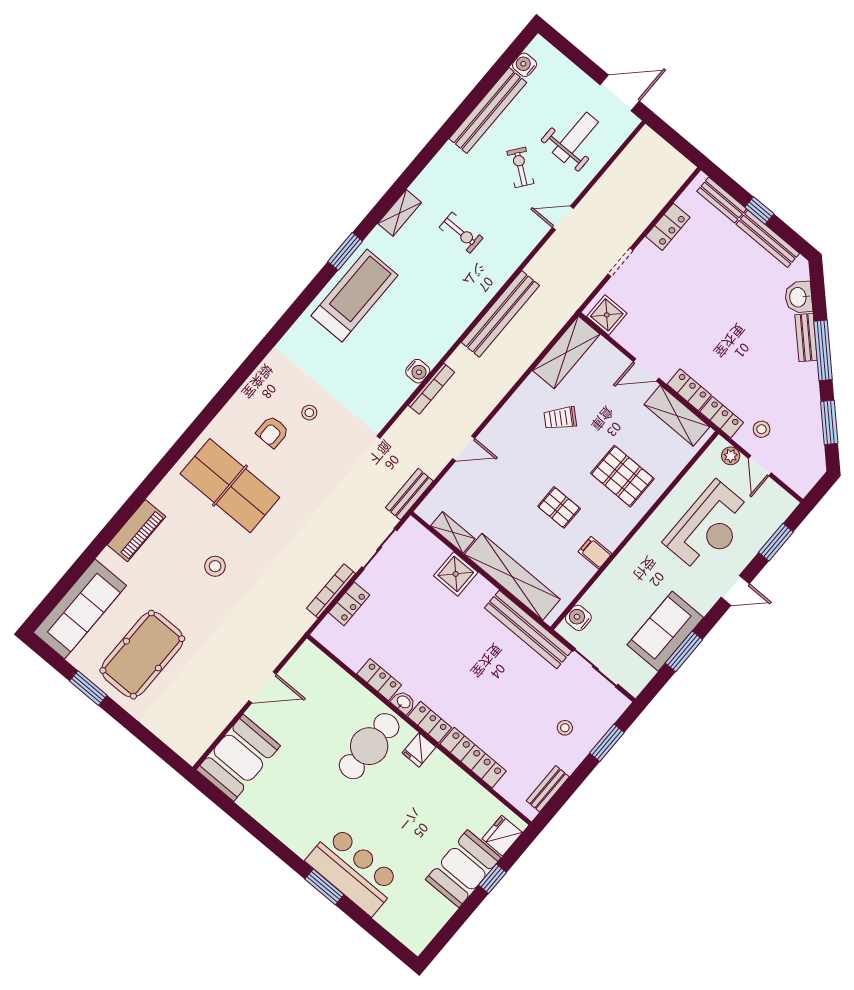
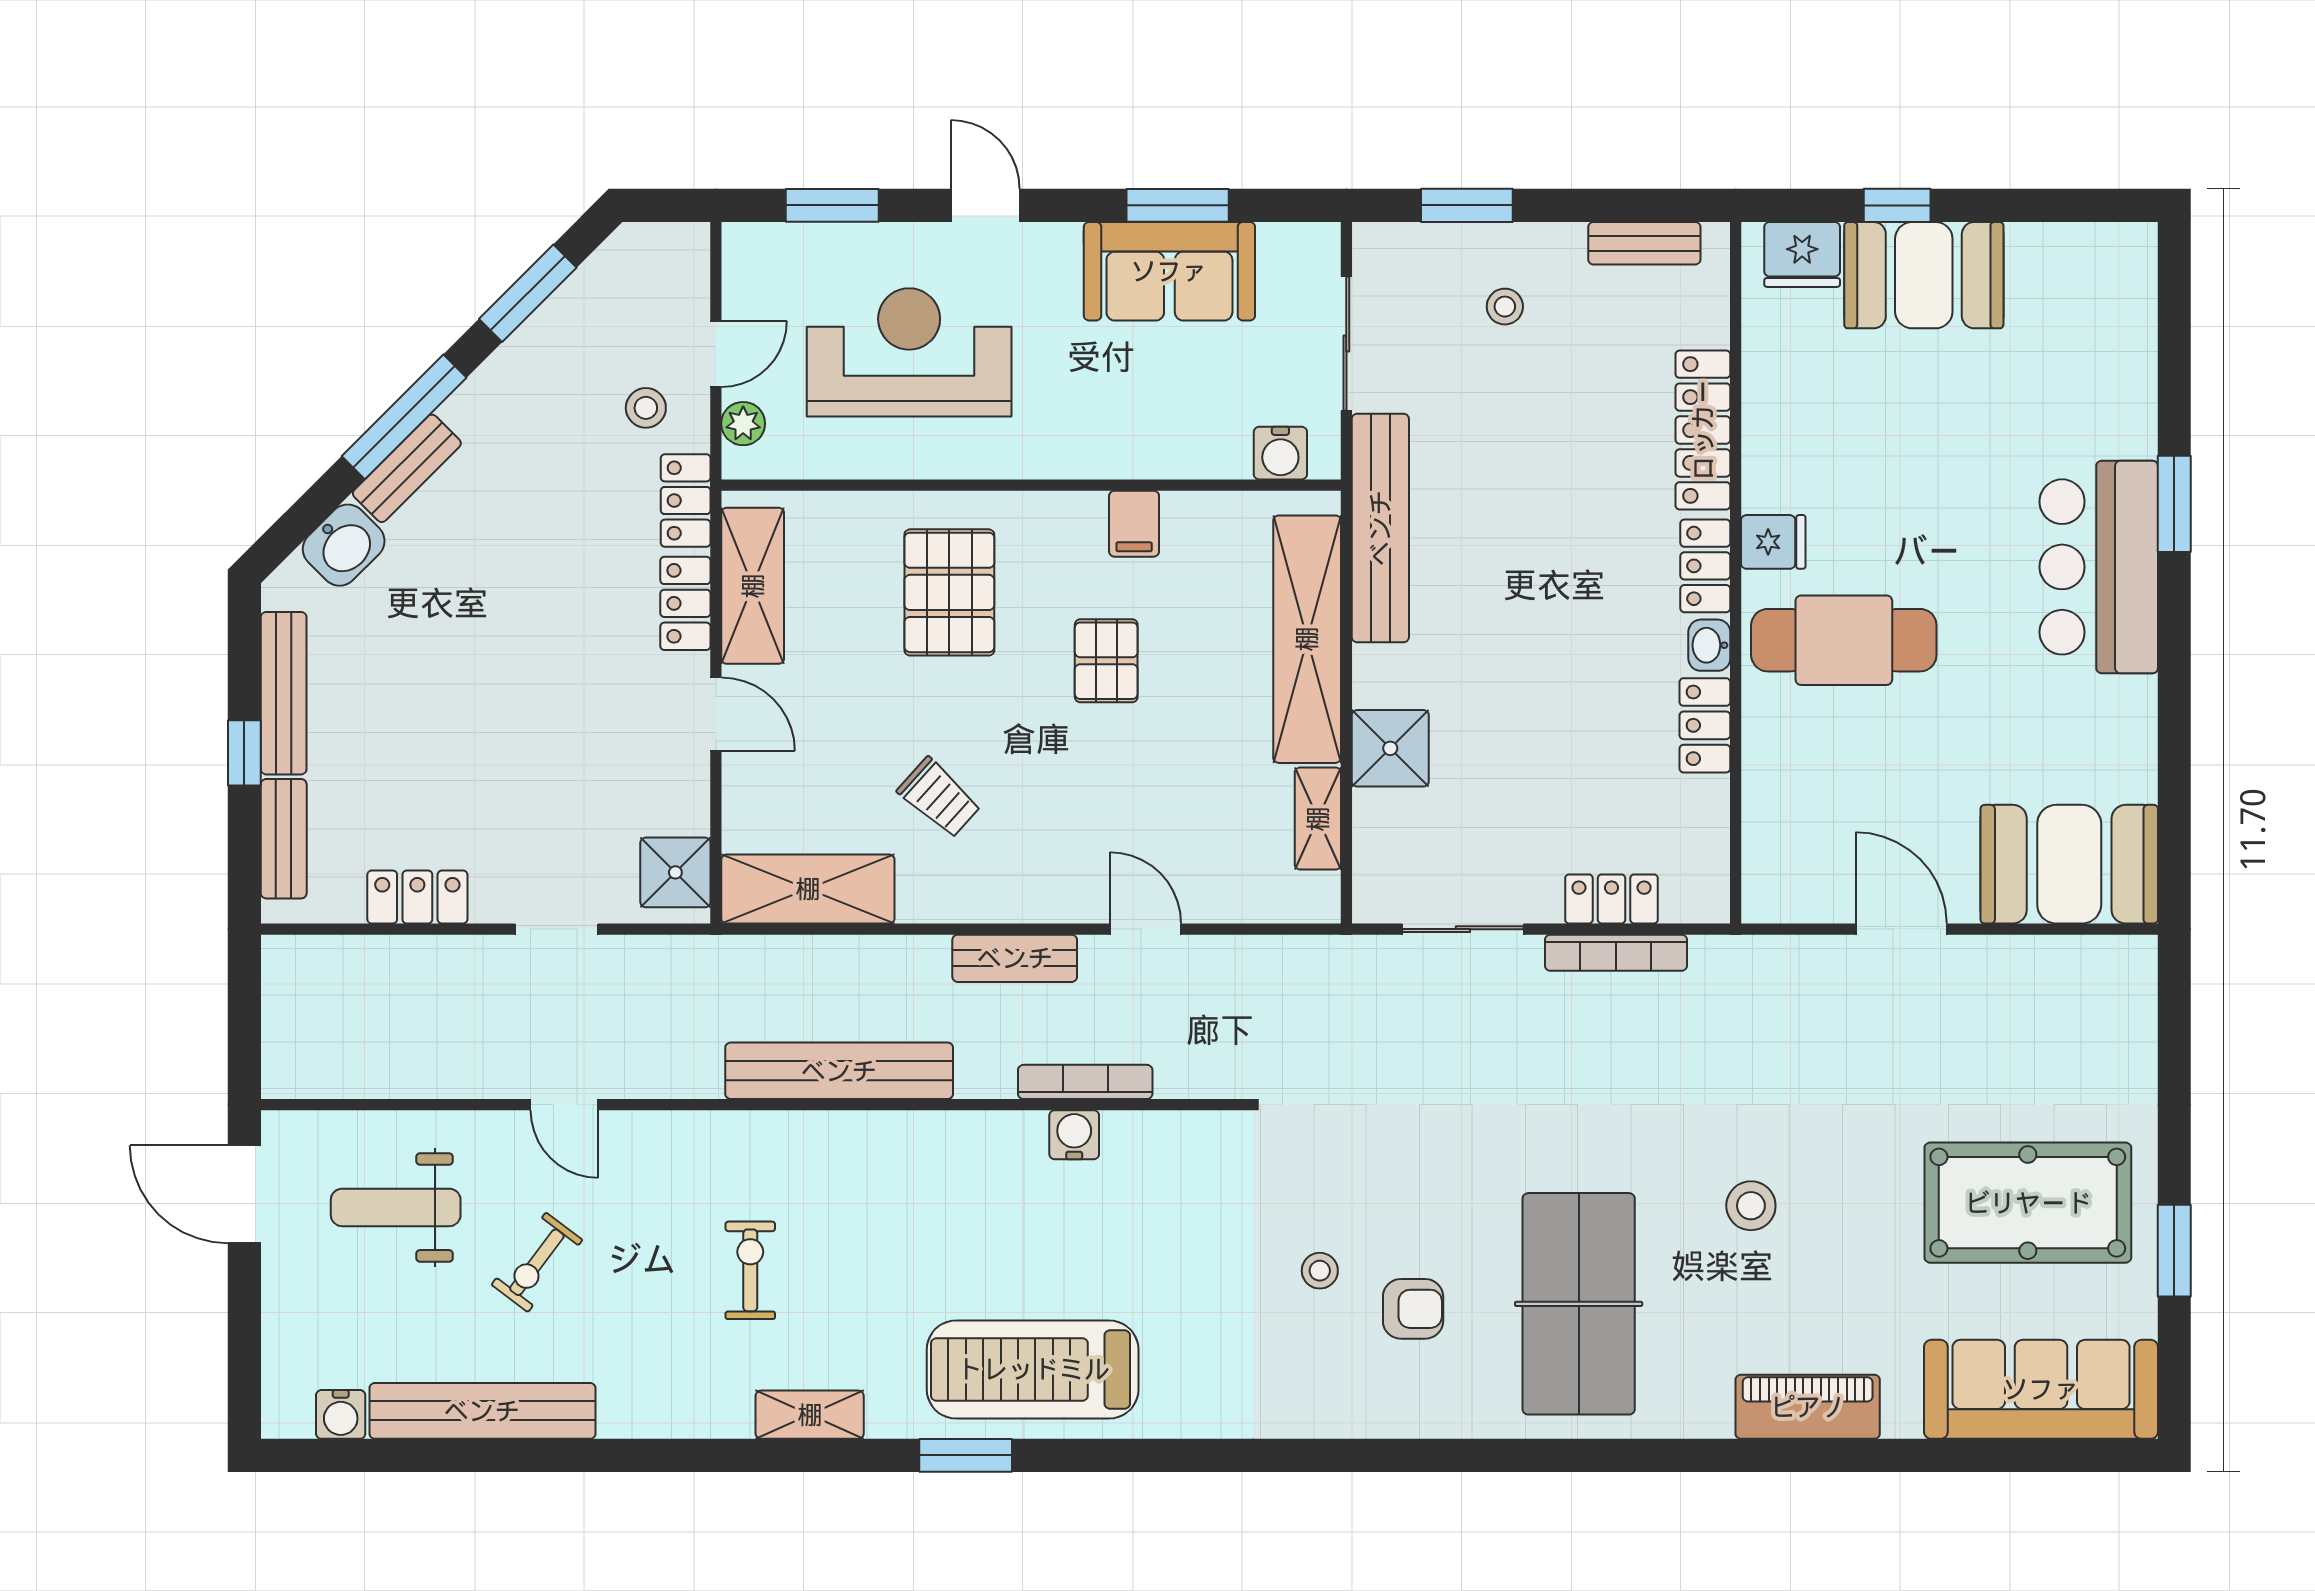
bench: (409, 494) -> (1015, 958), moved
bar counter: (353, 871) -> (2099, 567), moved

